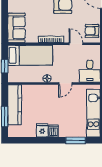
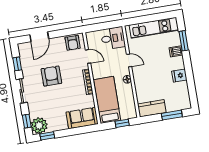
door: (76, 44) -> (88, 56), swing flipped
kitchen counter: (15, 105) -> (152, 108), width x0.67
dishwasher: (54, 131) -> (176, 51), moved

